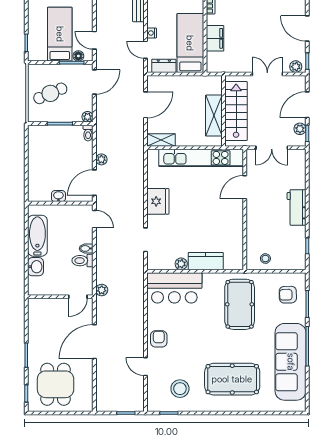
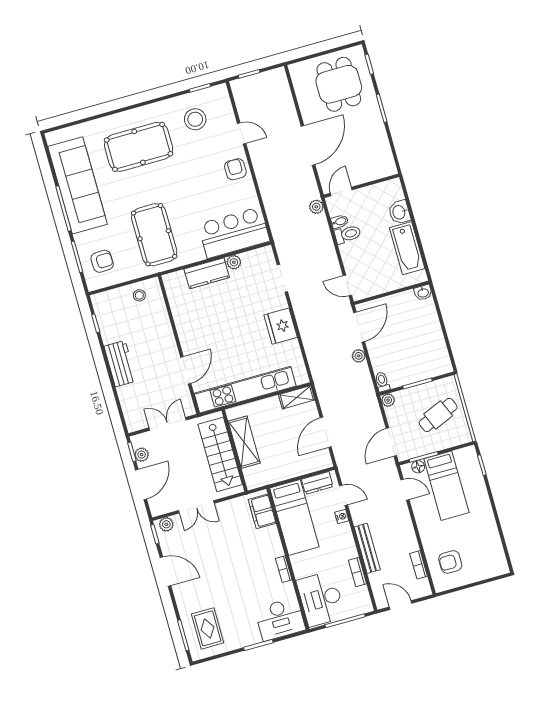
filing cabinet: (215, 38) -> (262, 511), moved
washbasin: (58, 196) -> (423, 293), moved
bidet: (86, 248) -> (340, 222), moved
armchair: (159, 339) -> (235, 169), turned 180

